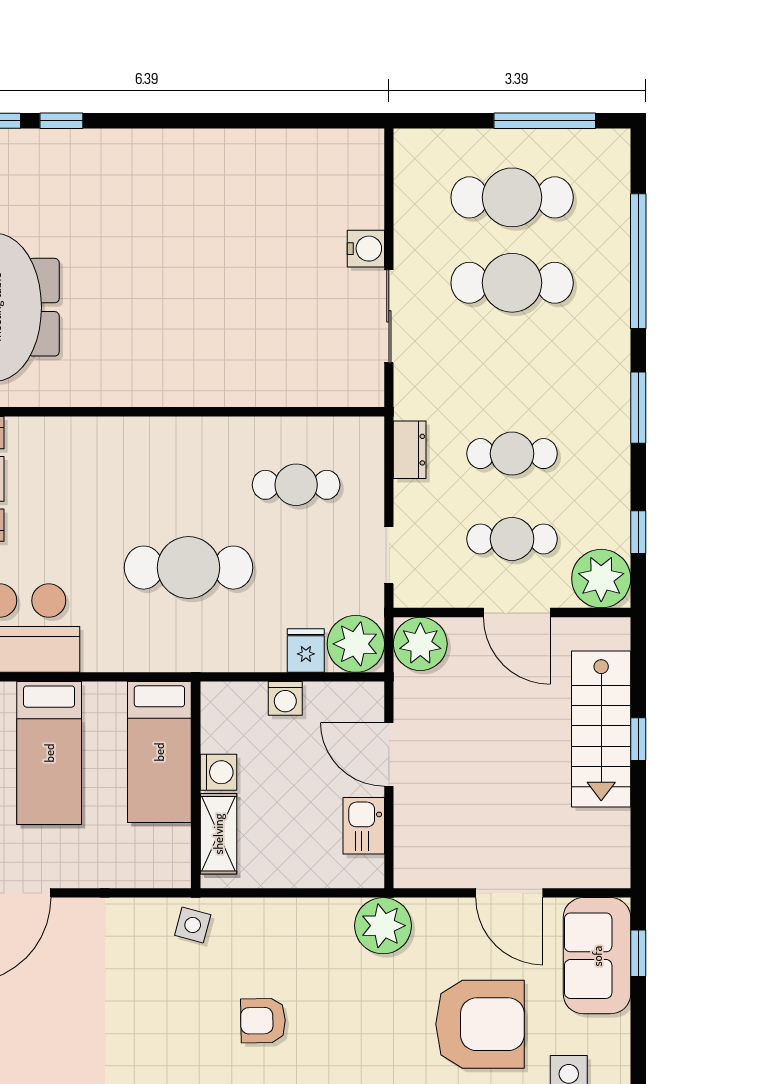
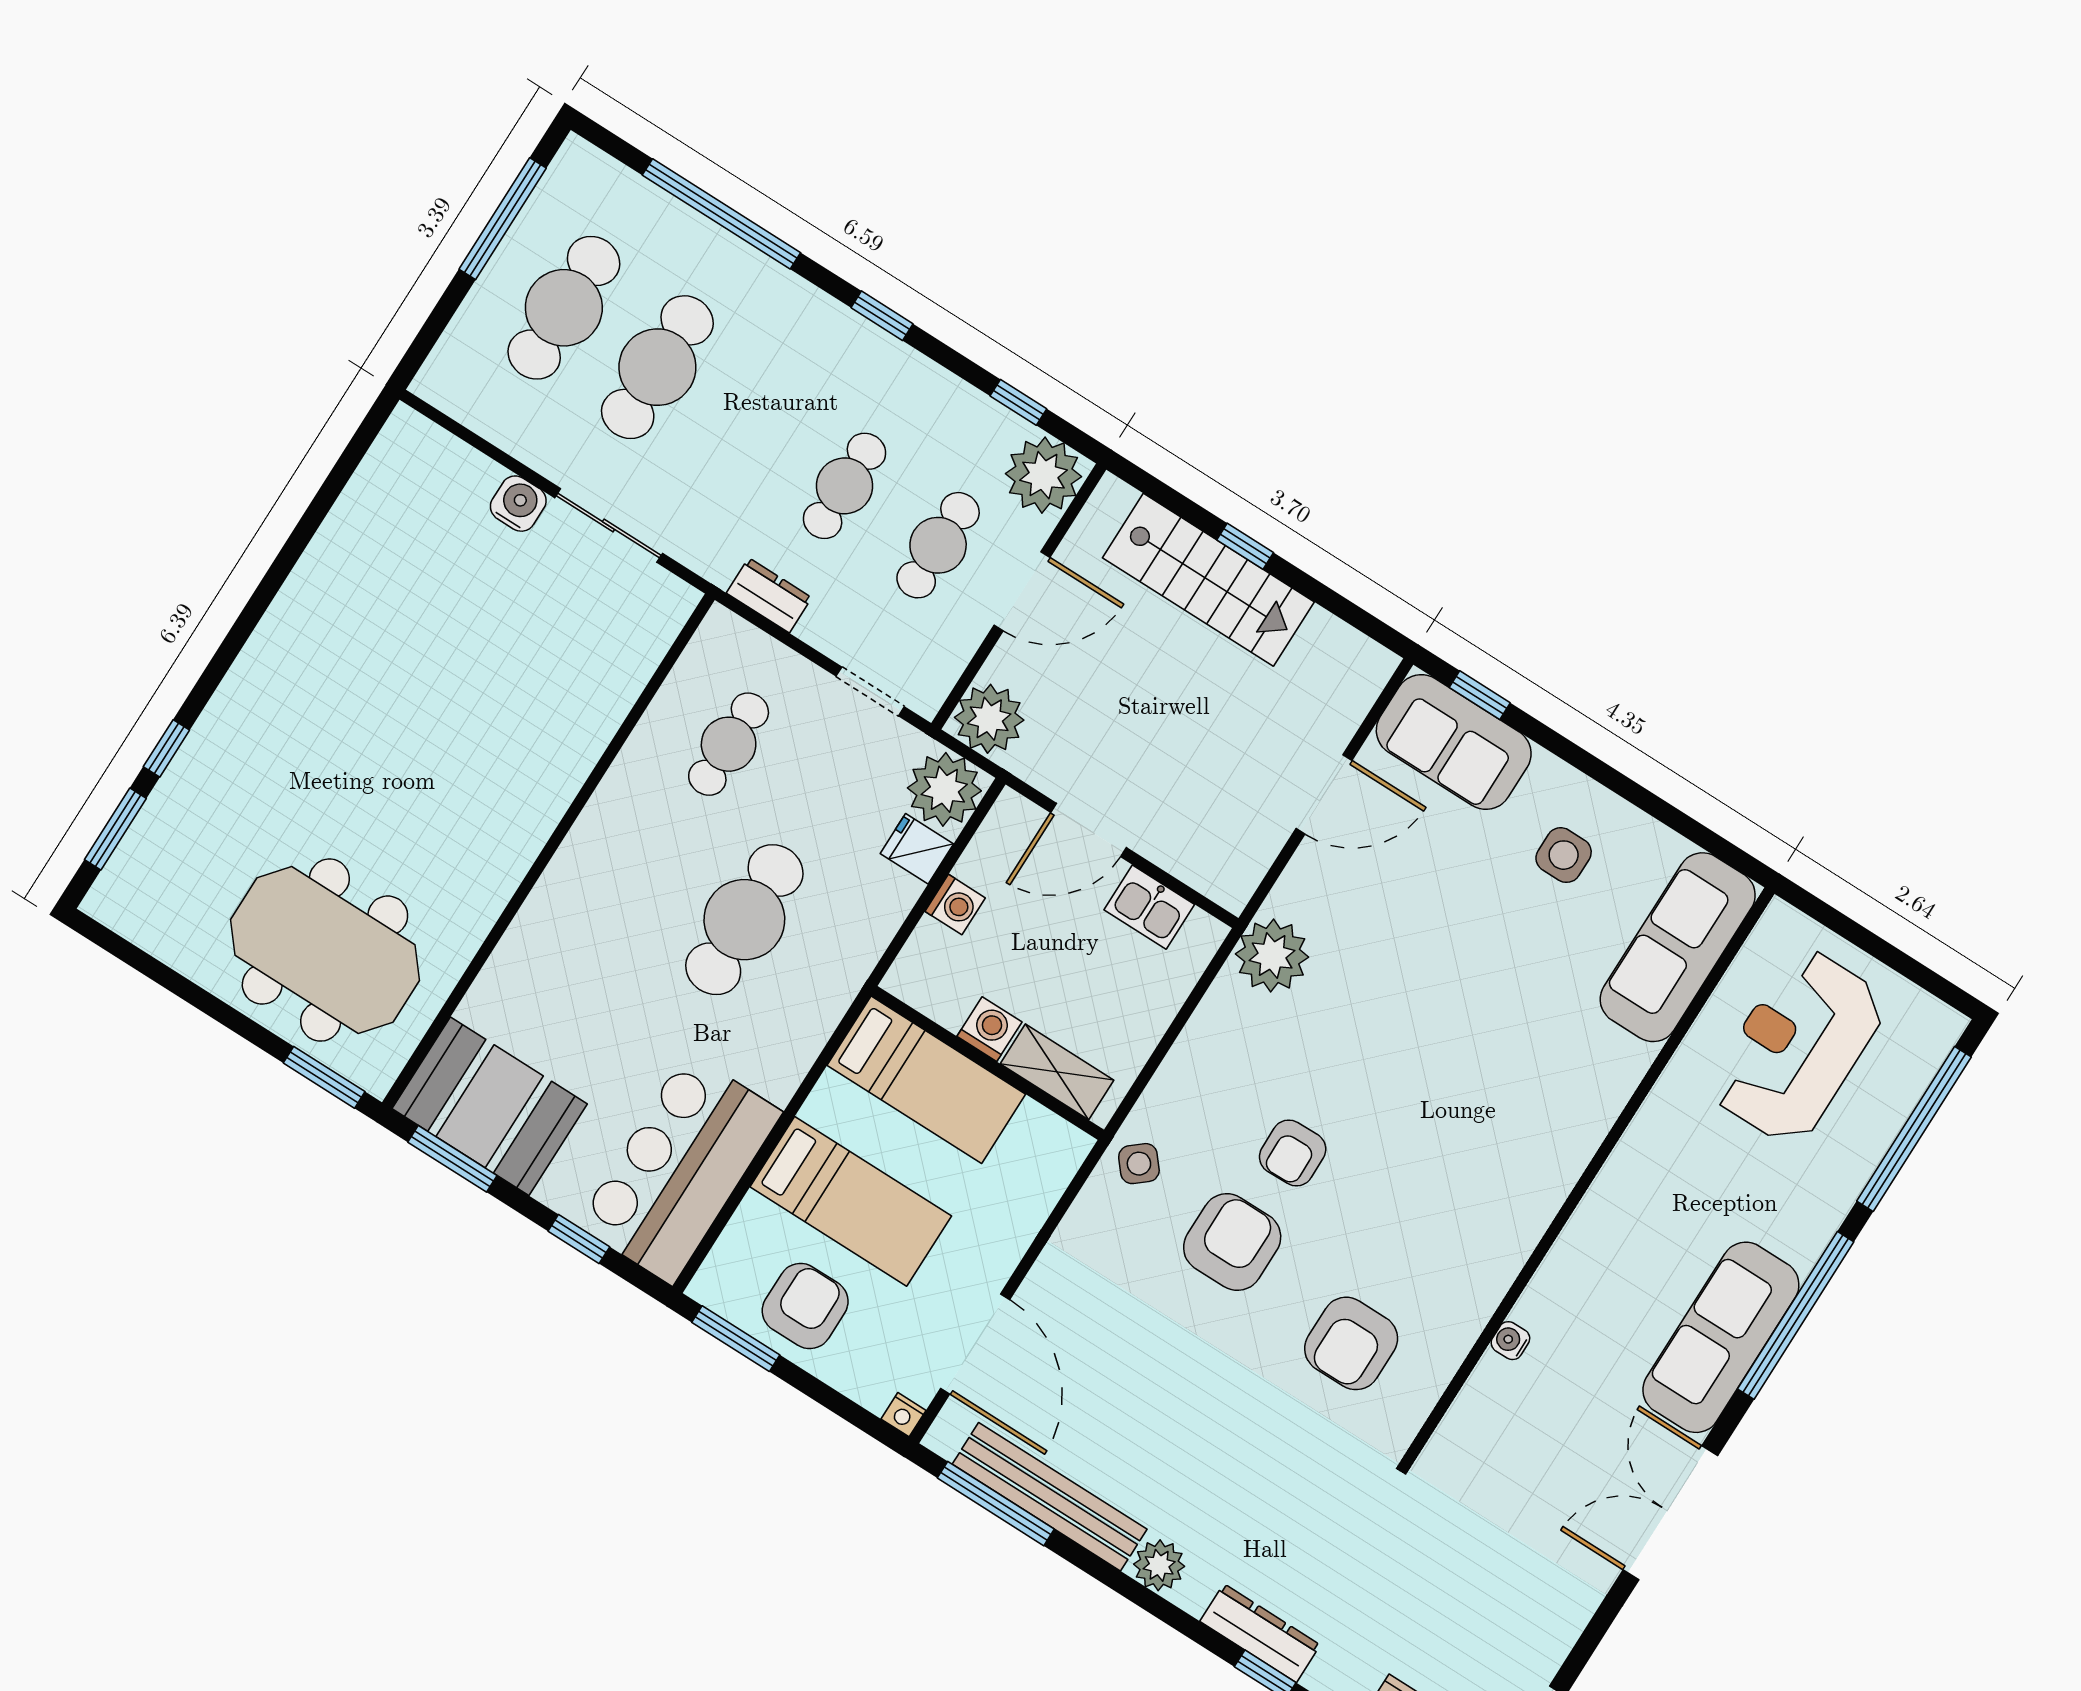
window: (638, 408) -> (882, 316), width x0.67
side table: (193, 925) -> (1139, 1164), turned 35
armchair: (480, 1024) -> (1232, 1242), moved, width x0.73, depth x0.73

